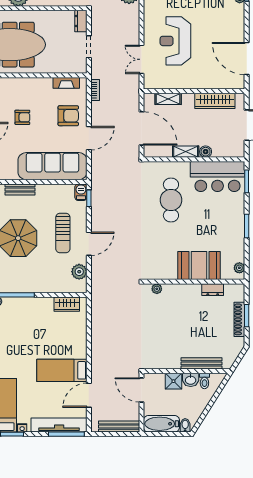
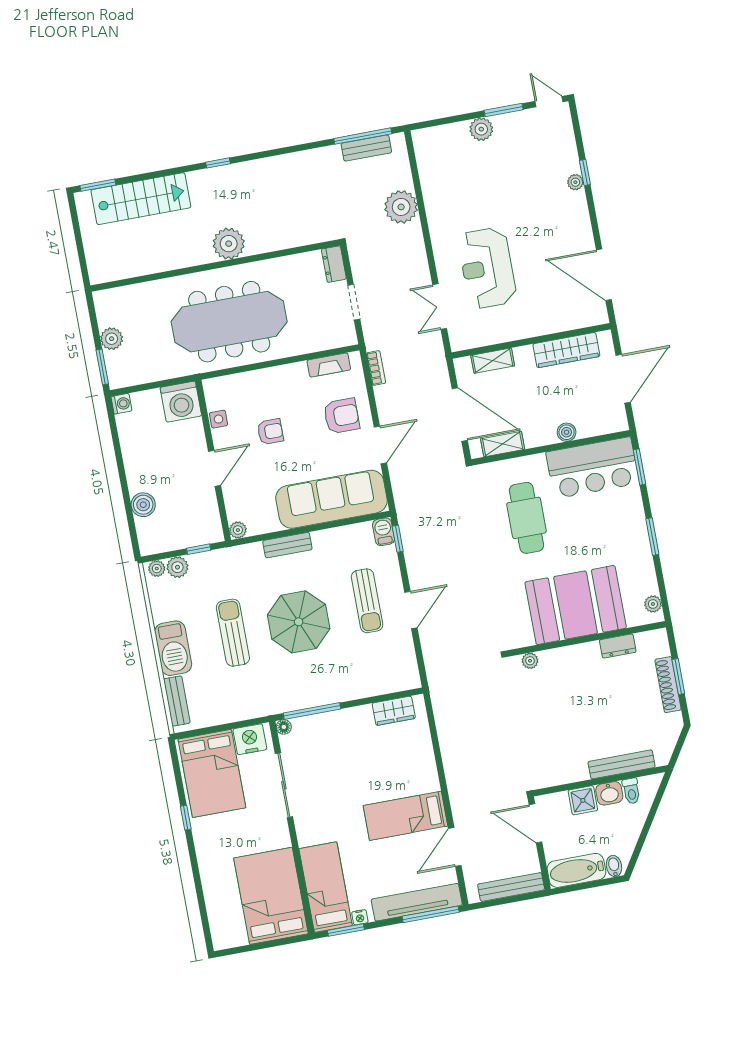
shelving: (186, 152) -> (503, 444), moved
booth: (199, 266) -> (576, 605), width x1.36, depth x1.42
plant: (79, 272) -> (404, 656), removed

